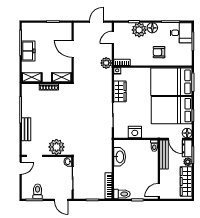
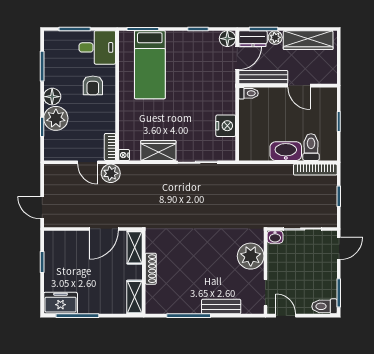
door: (96, 22) -> (42, 208), moved
desk: (181, 33) -> (97, 47), moved, turned 90
door: (113, 37) -> (88, 162), moved
door: (73, 49) -> (104, 229), moved
freezer: (28, 51) -> (61, 303), moved
bed: (171, 82) -> (150, 65), width x0.67
bed: (172, 110) -> (189, 64), removed
washbasin: (120, 157) -> (286, 151), moved
door: (159, 190) -> (299, 86), moved
toilet: (38, 191) -> (325, 306), moved
toilet: (122, 194) -> (311, 147), moved

